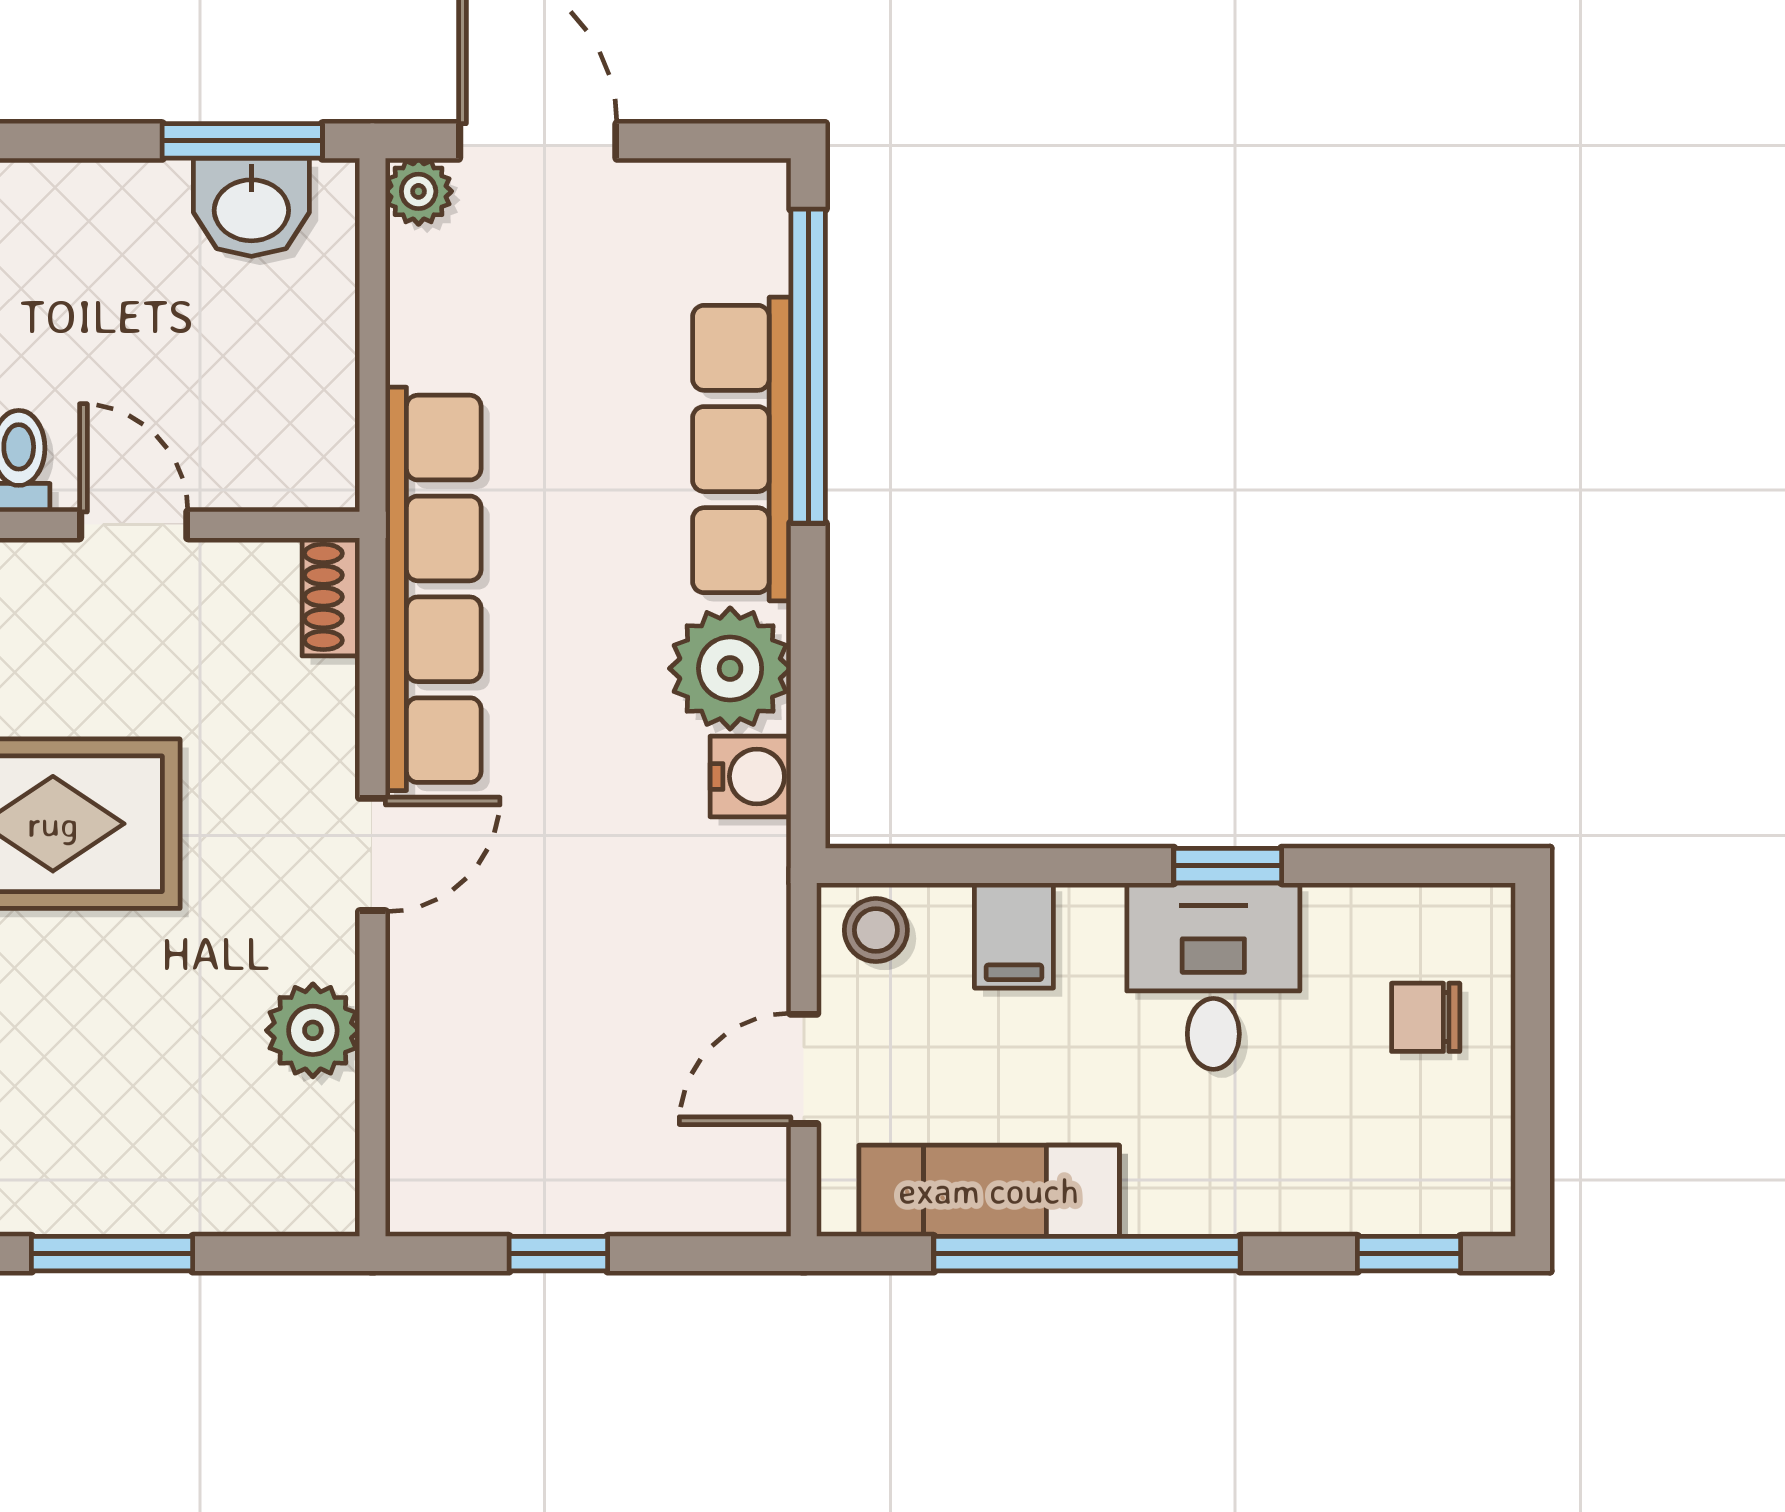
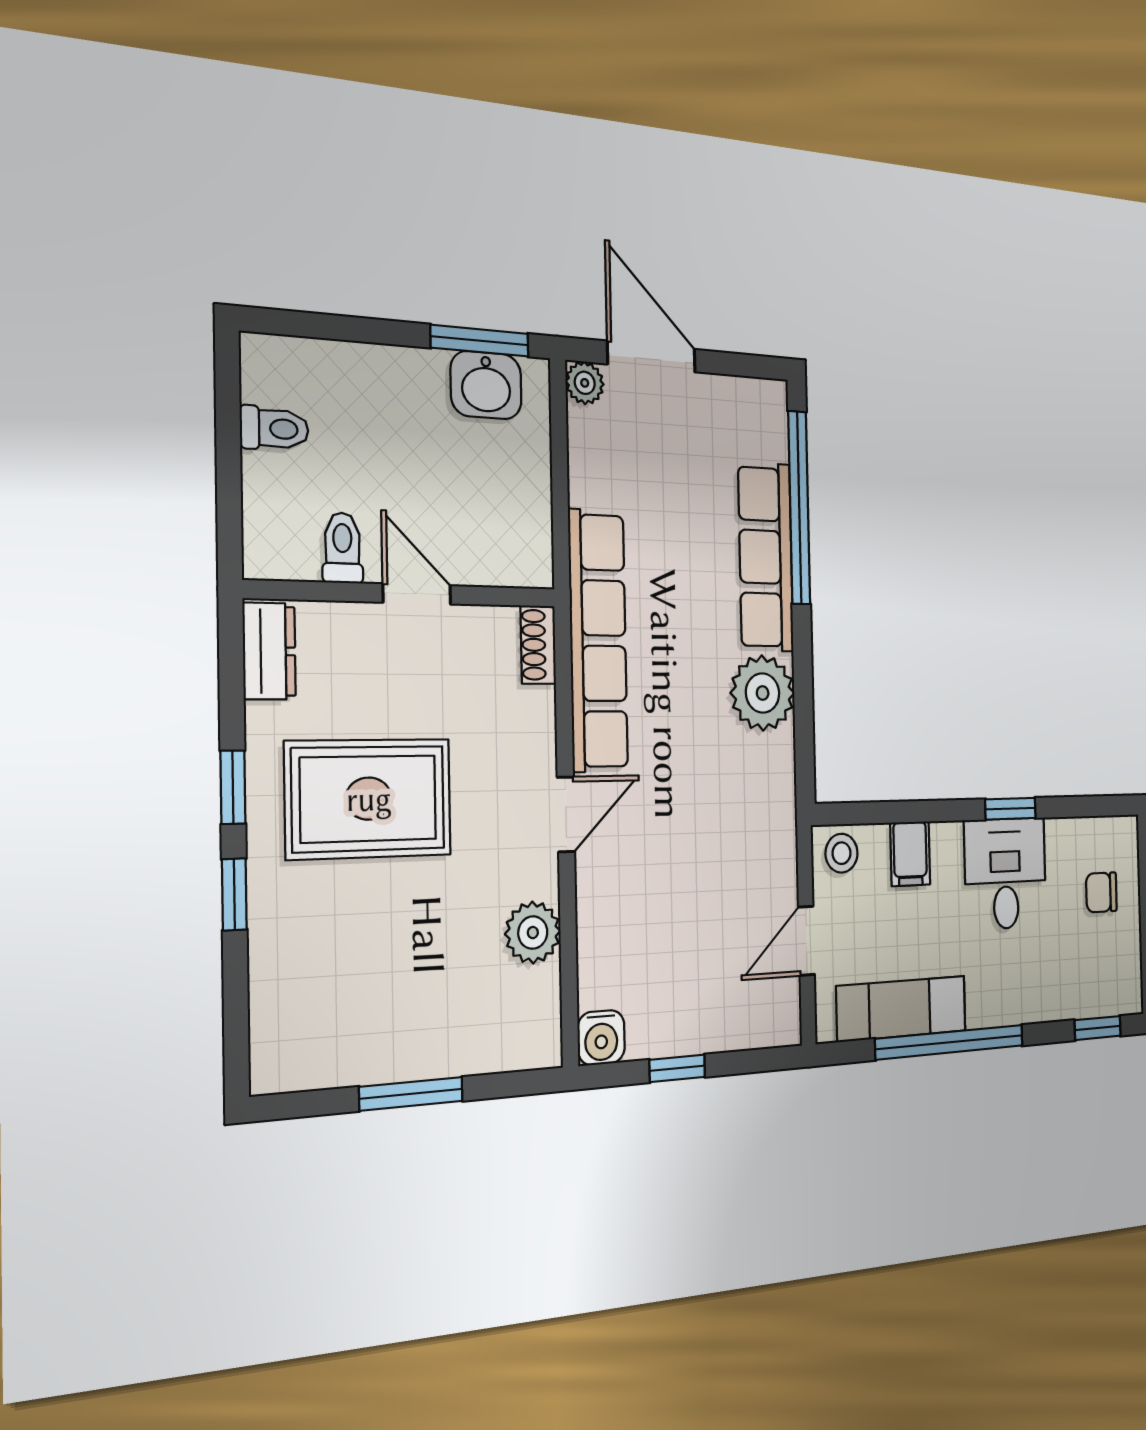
water cooler: (750, 776) -> (601, 1038), moved, turned 90

